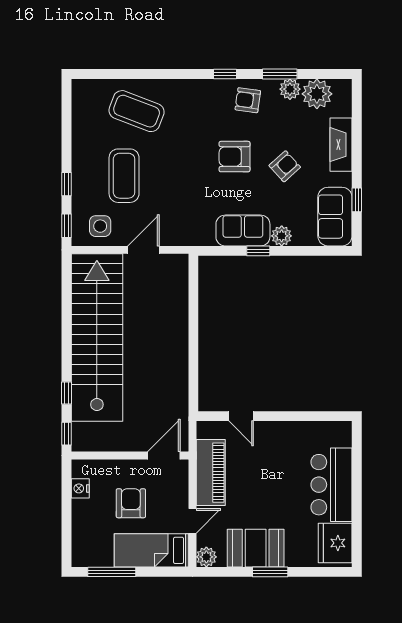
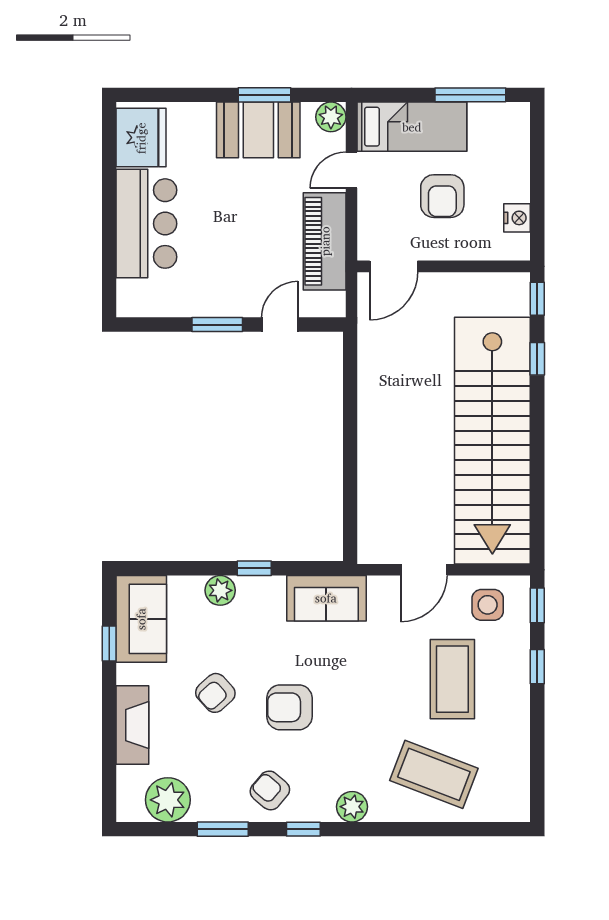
plant: (290, 89) -> (352, 807), moved
armchair: (248, 100) -> (270, 790), turned -148
armchair: (235, 157) -> (289, 707), turned 180
sofa: (243, 230) -> (326, 598), moved
door: (241, 416) -> (280, 325), hinge flipped
window: (283, 416) -> (217, 325), added
window: (270, 572) -> (264, 95), moved

